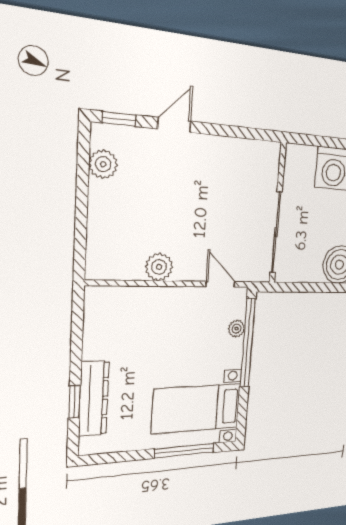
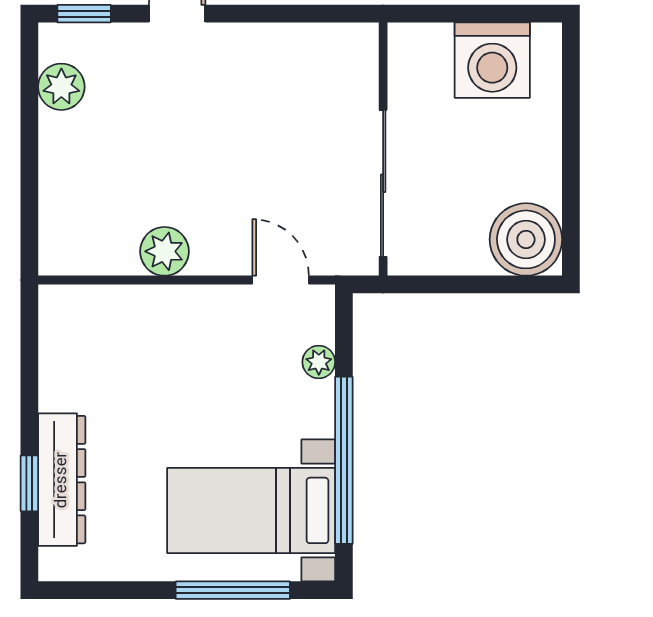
window: (248, 343) -> (344, 460), moved

